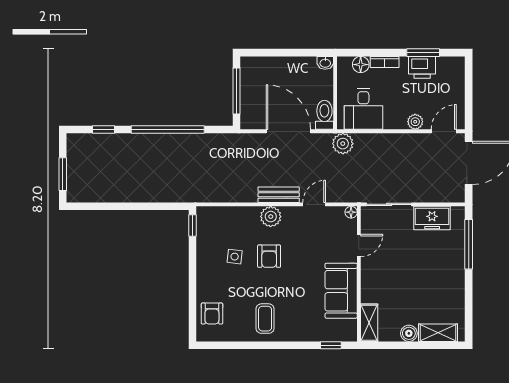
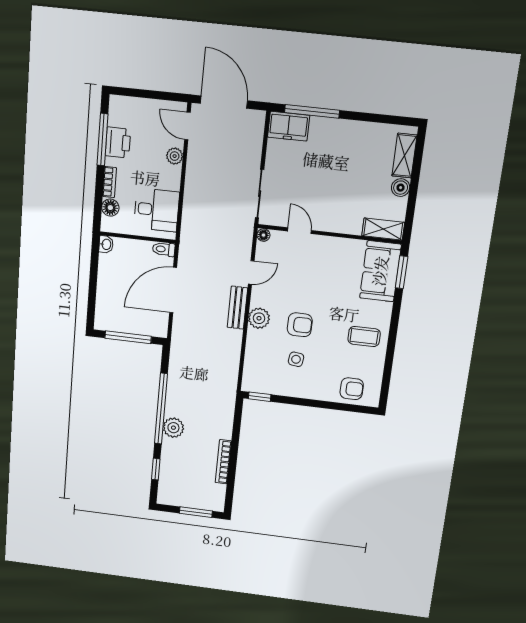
window: (423, 53) -> (102, 140), width x1.44
toilet: (324, 115) -> (164, 249), width x0.73, depth x0.72
plant: (343, 144) -> (173, 428), moved
bookcase: (120, 197) -> (223, 462), added
door: (314, 204) -> (251, 272), swing flipped
freezer: (432, 218) -> (289, 126), moved, turned 90
sofa: (341, 291) -> (380, 271), moved, turned 90
window: (331, 345) -> (402, 272), width x1.50

